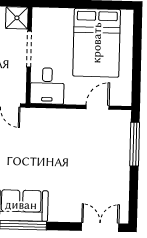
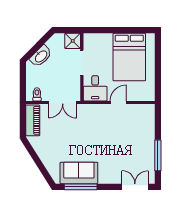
door: (98, 107) -> (118, 102), moved
window: (135, 144) -> (158, 155), moved

